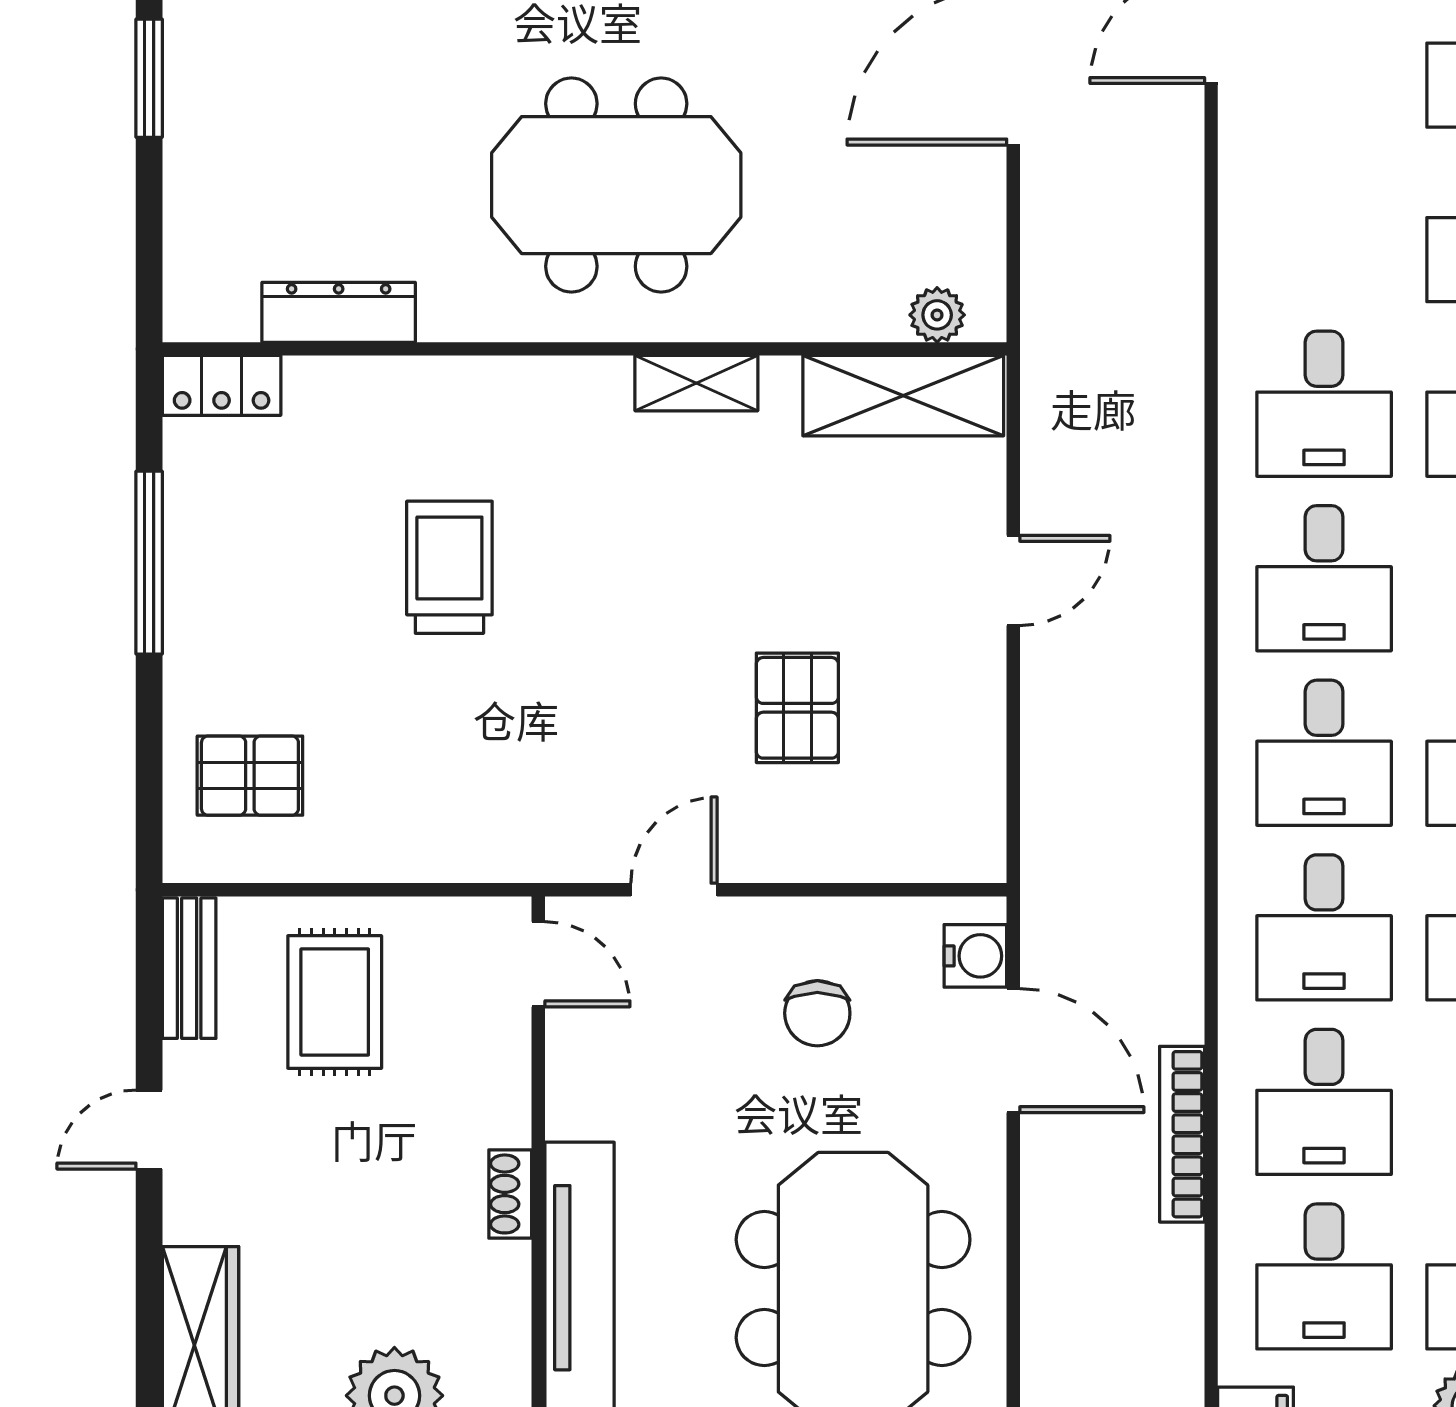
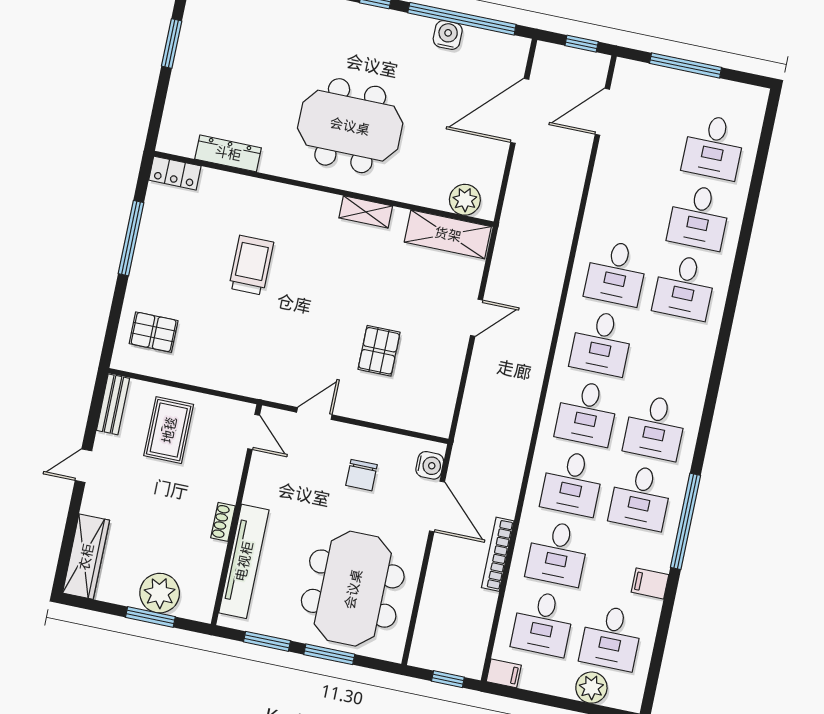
plant: (937, 315) -> (465, 200), width x1.38, depth x1.38

